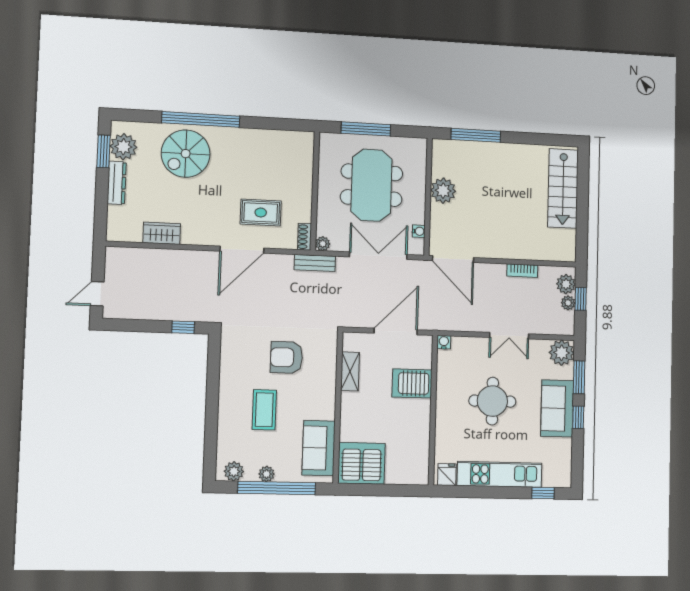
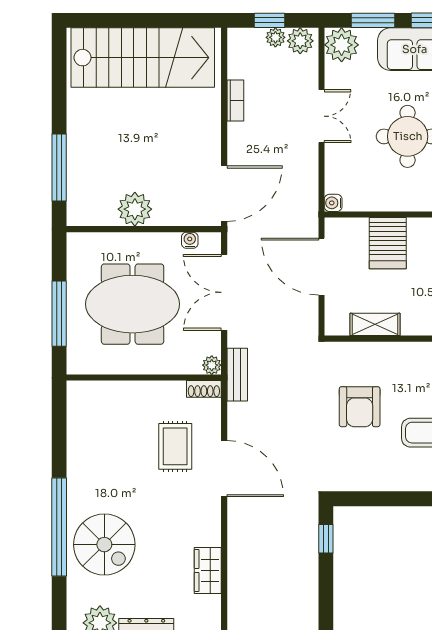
stairs: (563, 188) -> (143, 58), width x1.36, depth x1.51
plant: (566, 284) -> (300, 41), moved

